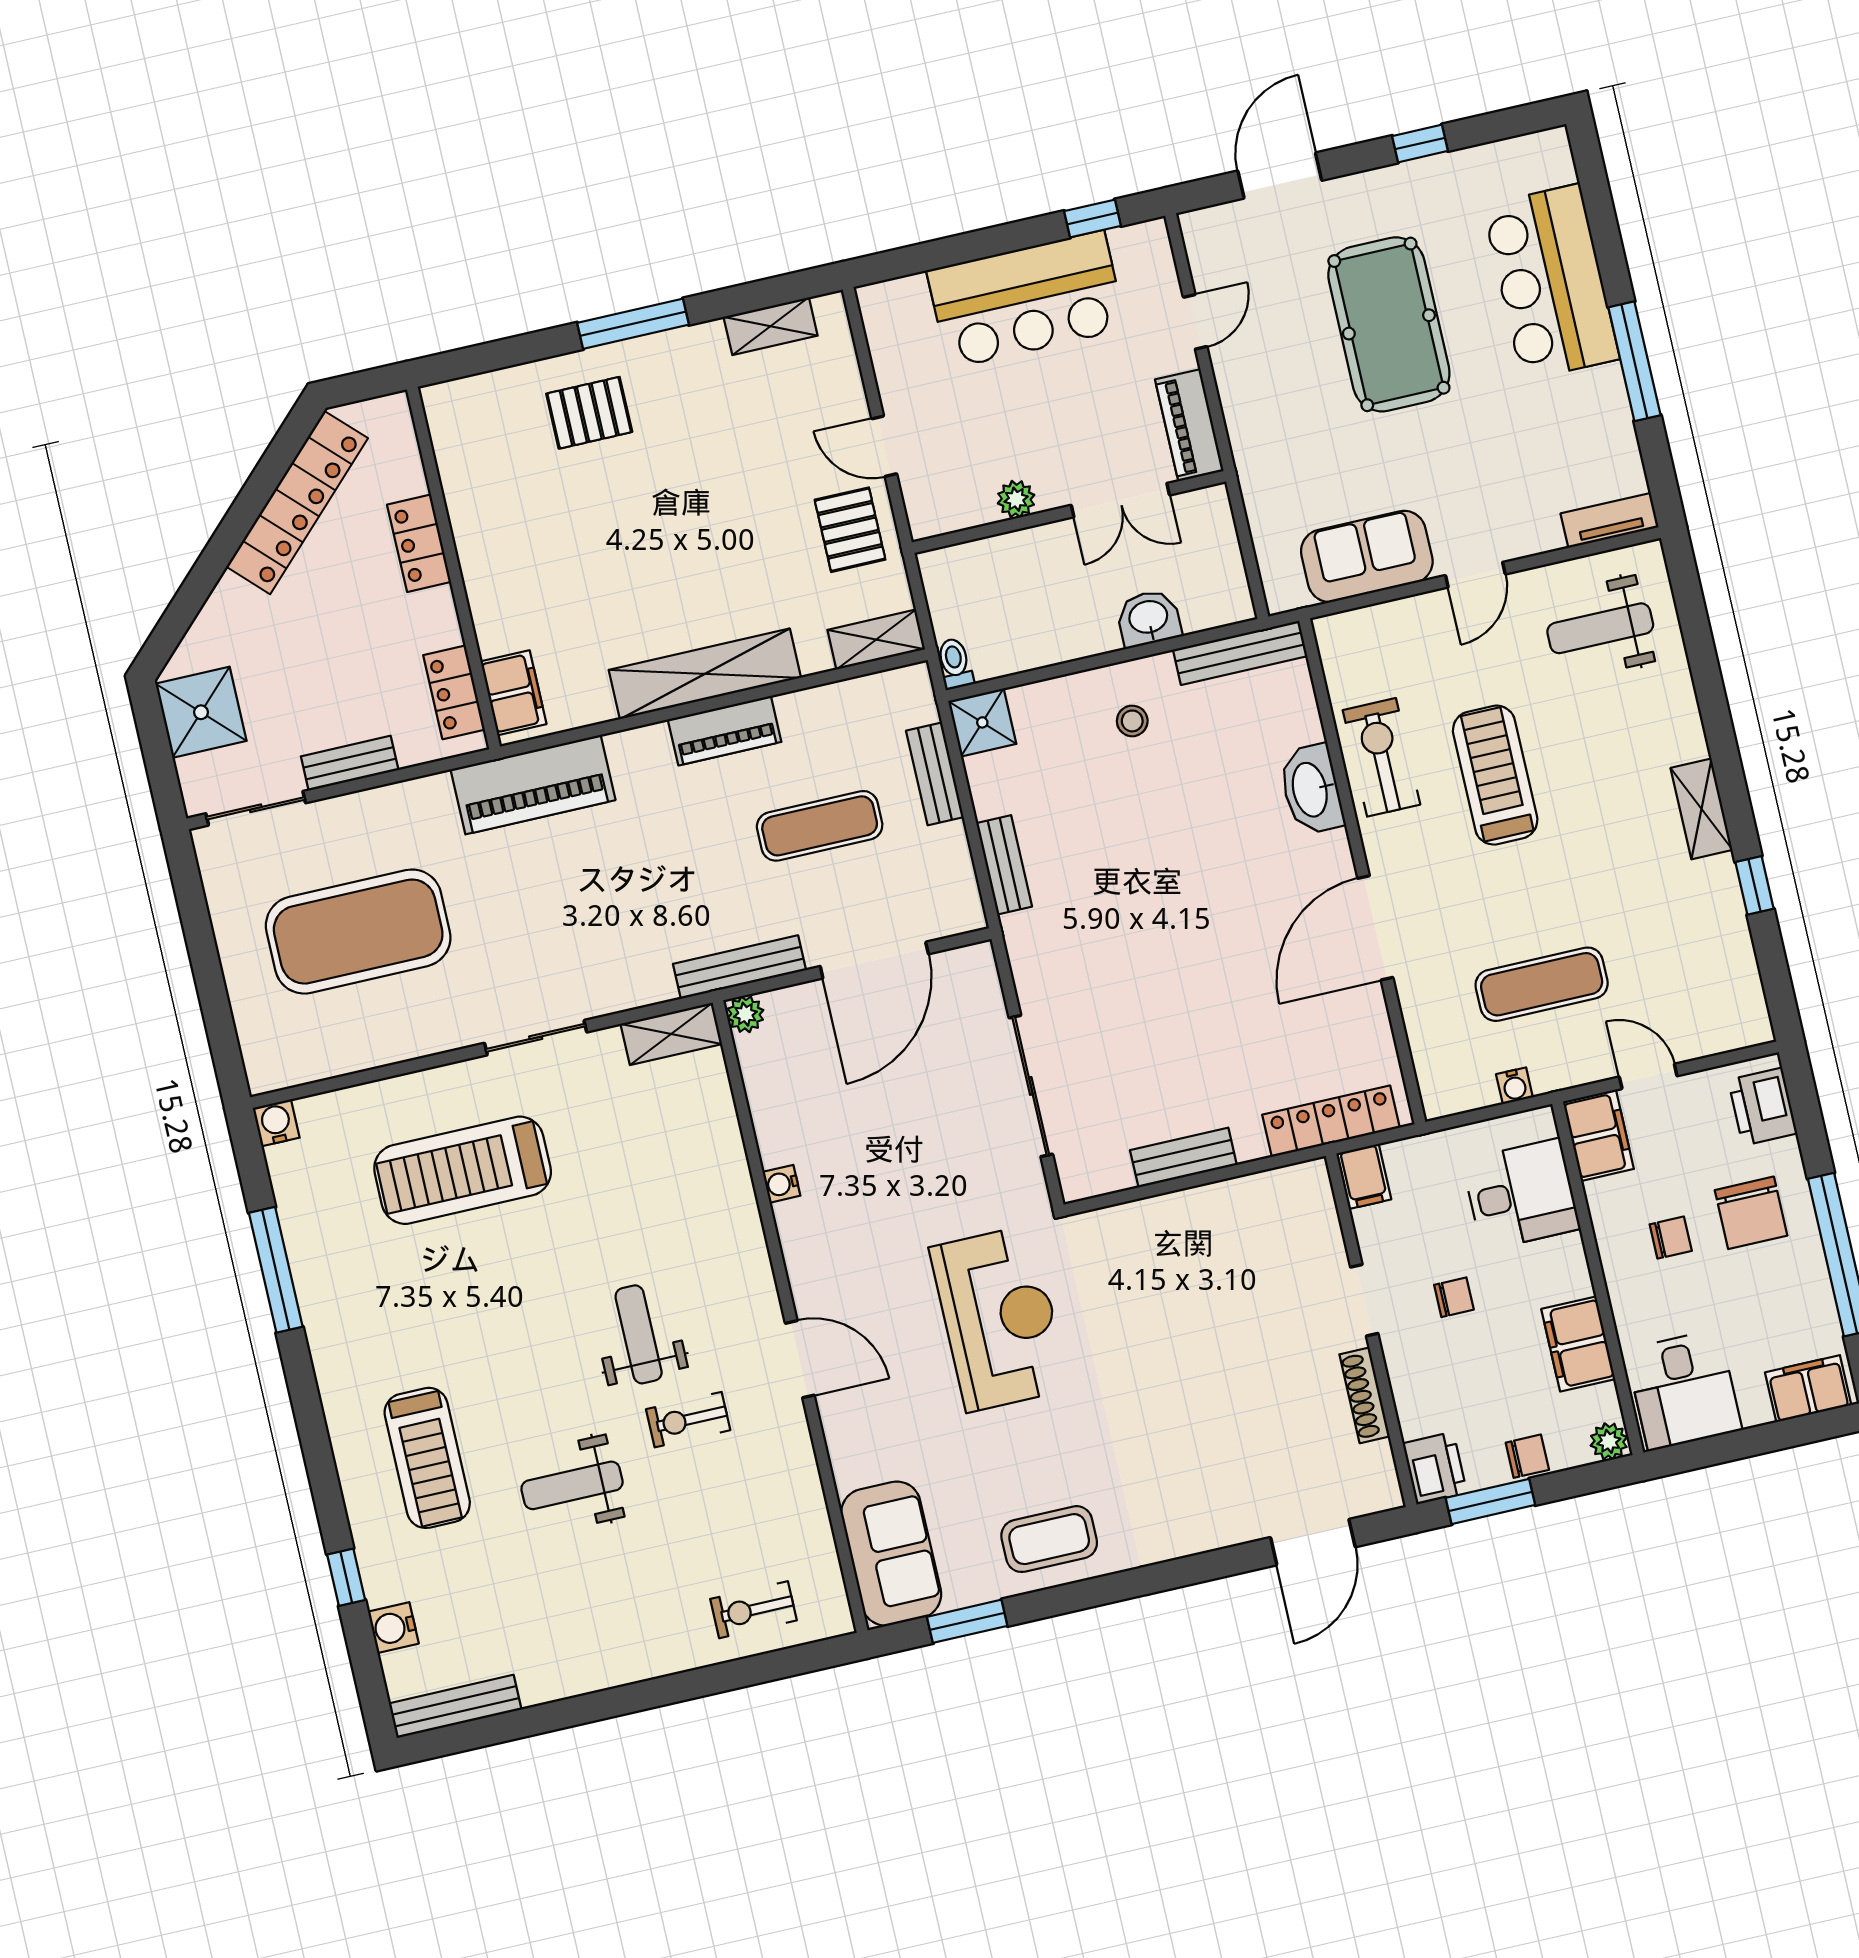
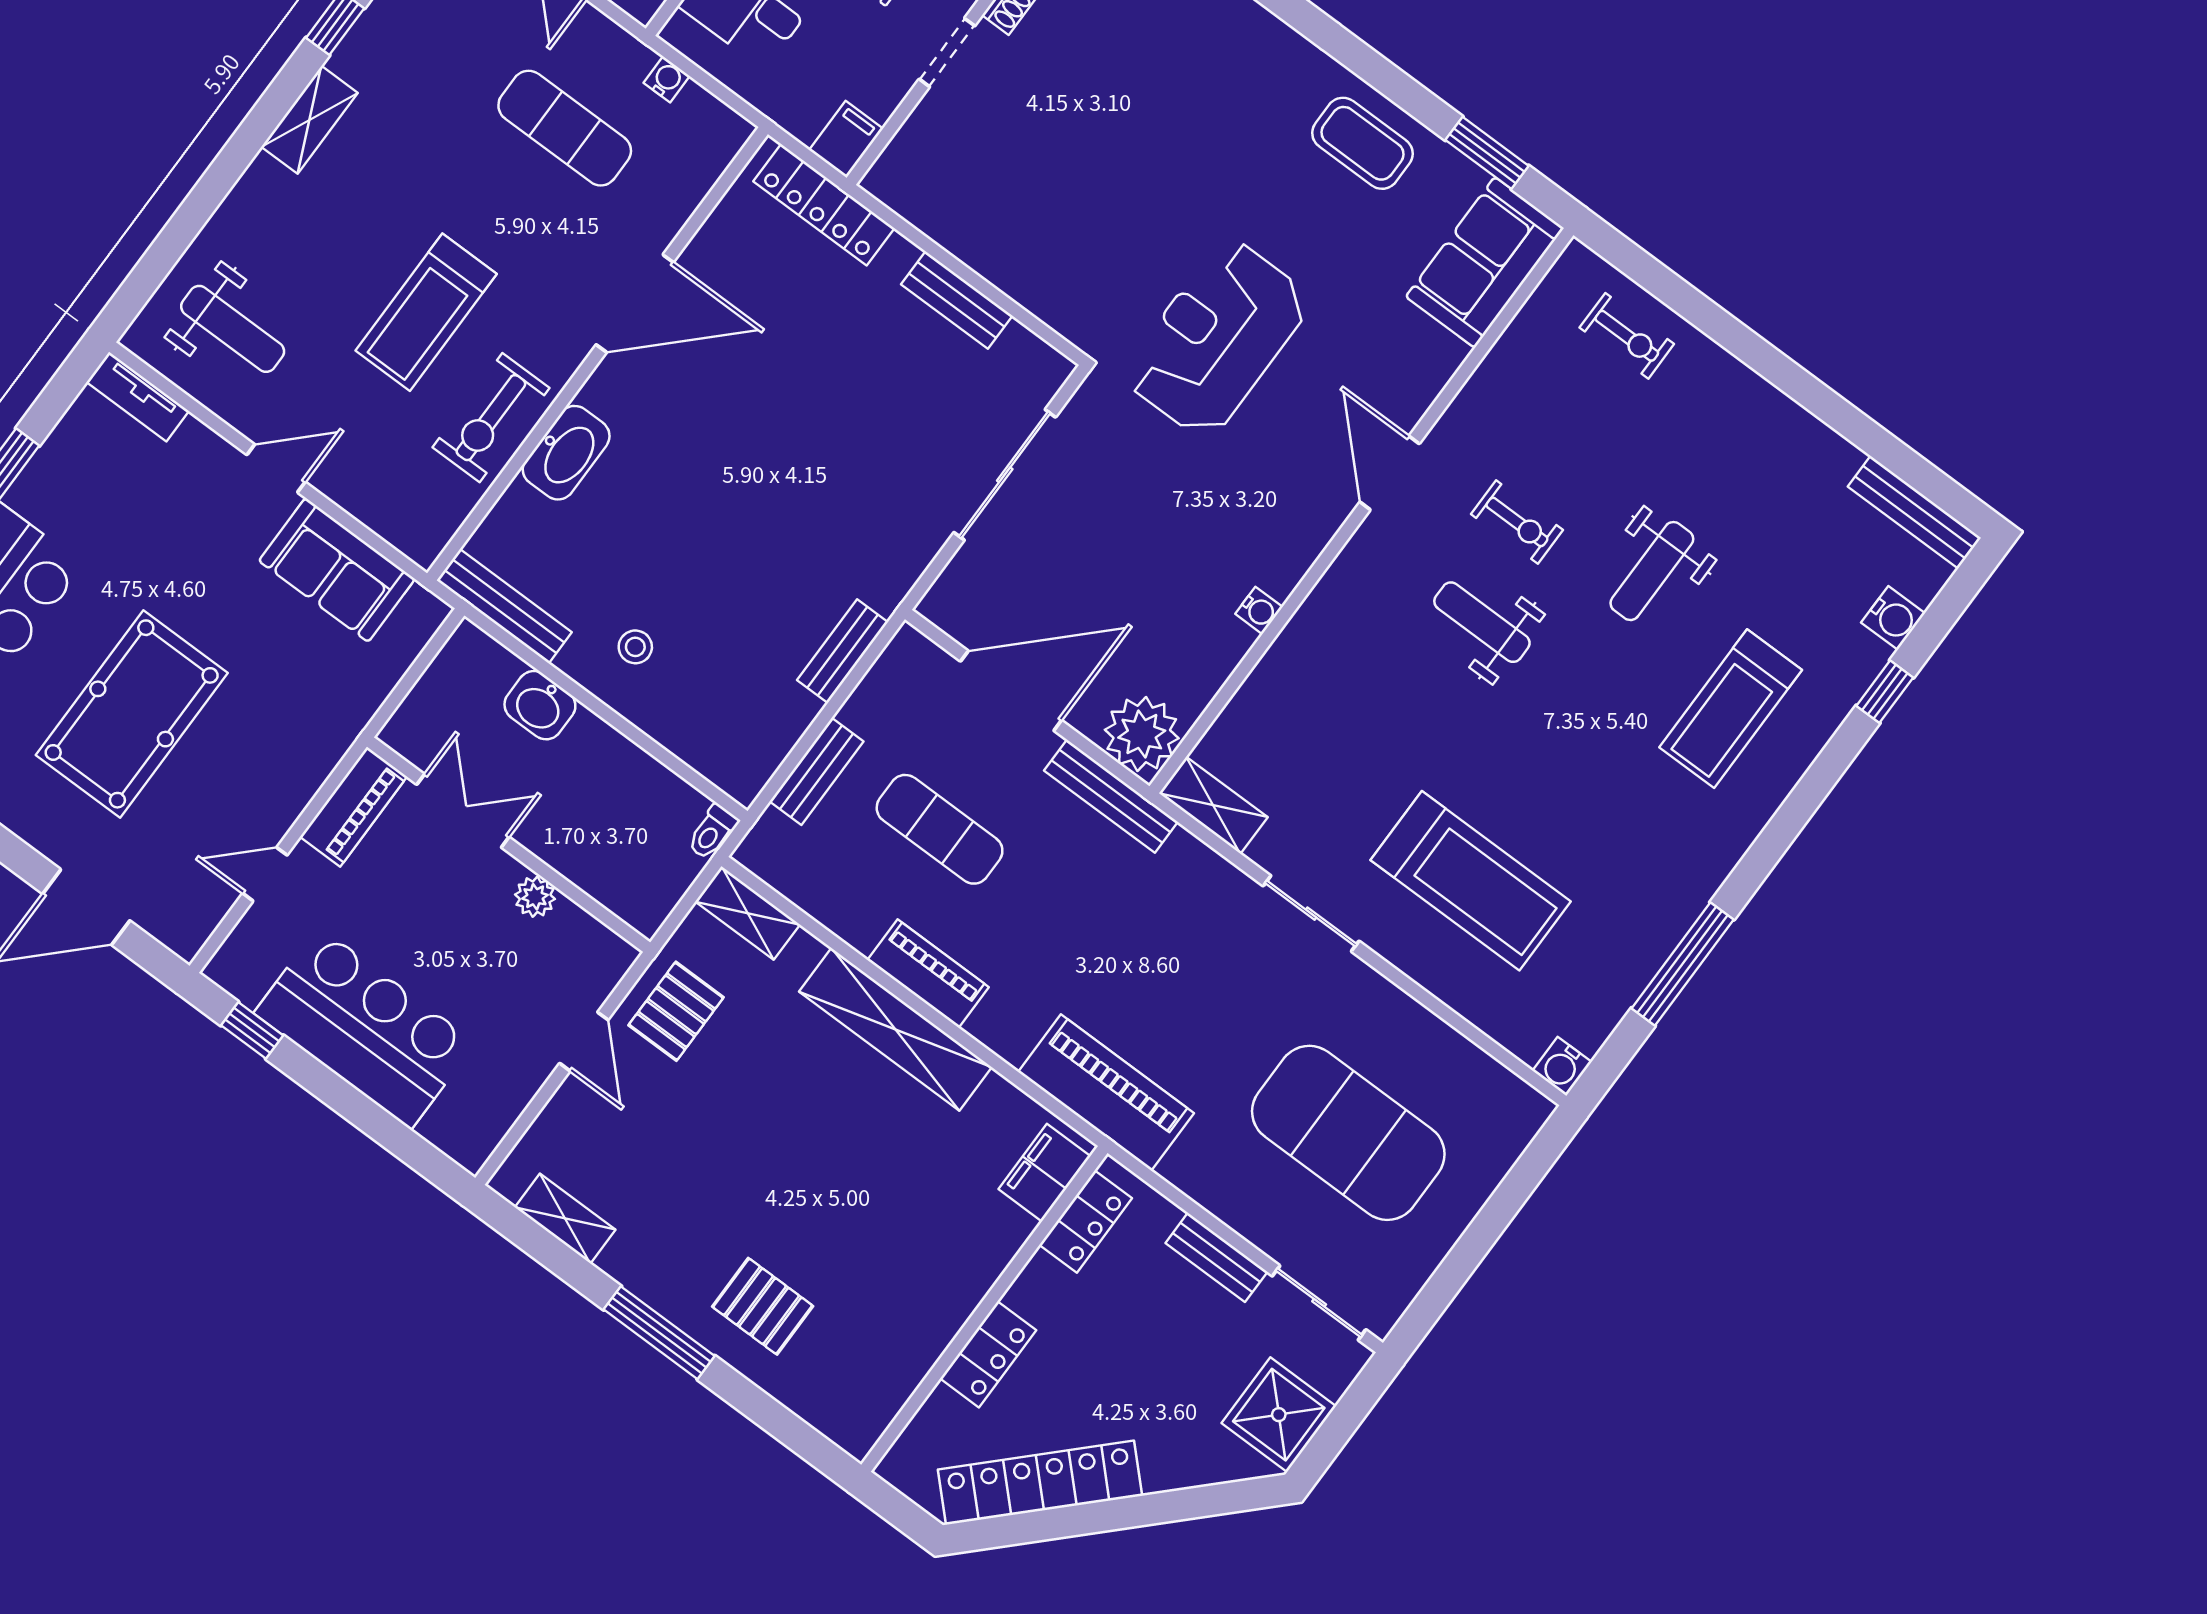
shower: (982, 722) -> (741, 768), removed
plant: (745, 1014) -> (1142, 734), width x1.87, depth x1.87
weight bench: (639, 1334) -> (1482, 622), turned 90
treadmill: (427, 1458) -> (1731, 709), turned 180
weight bench: (572, 1485) -> (1652, 571), turned 90

